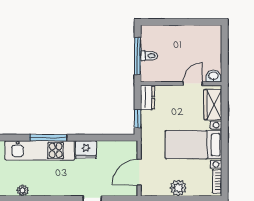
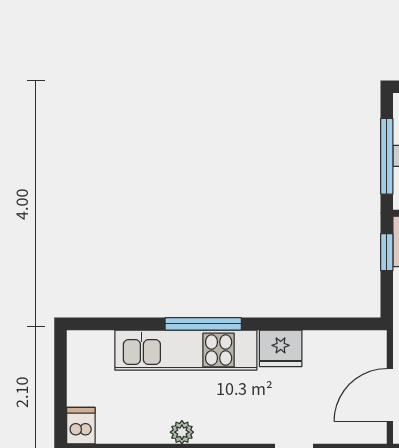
window: (138, 119) -> (387, 252), moved
plant: (23, 190) -> (182, 432), moved

